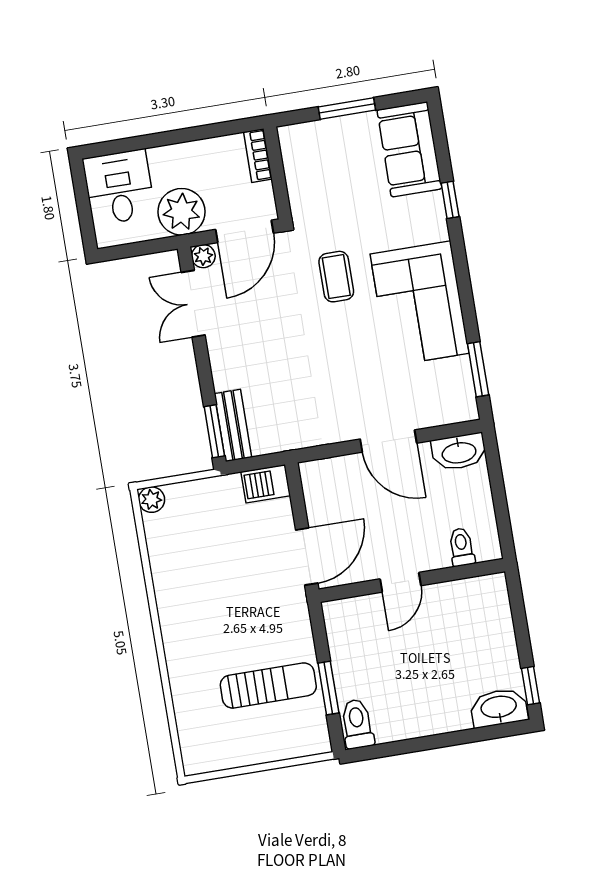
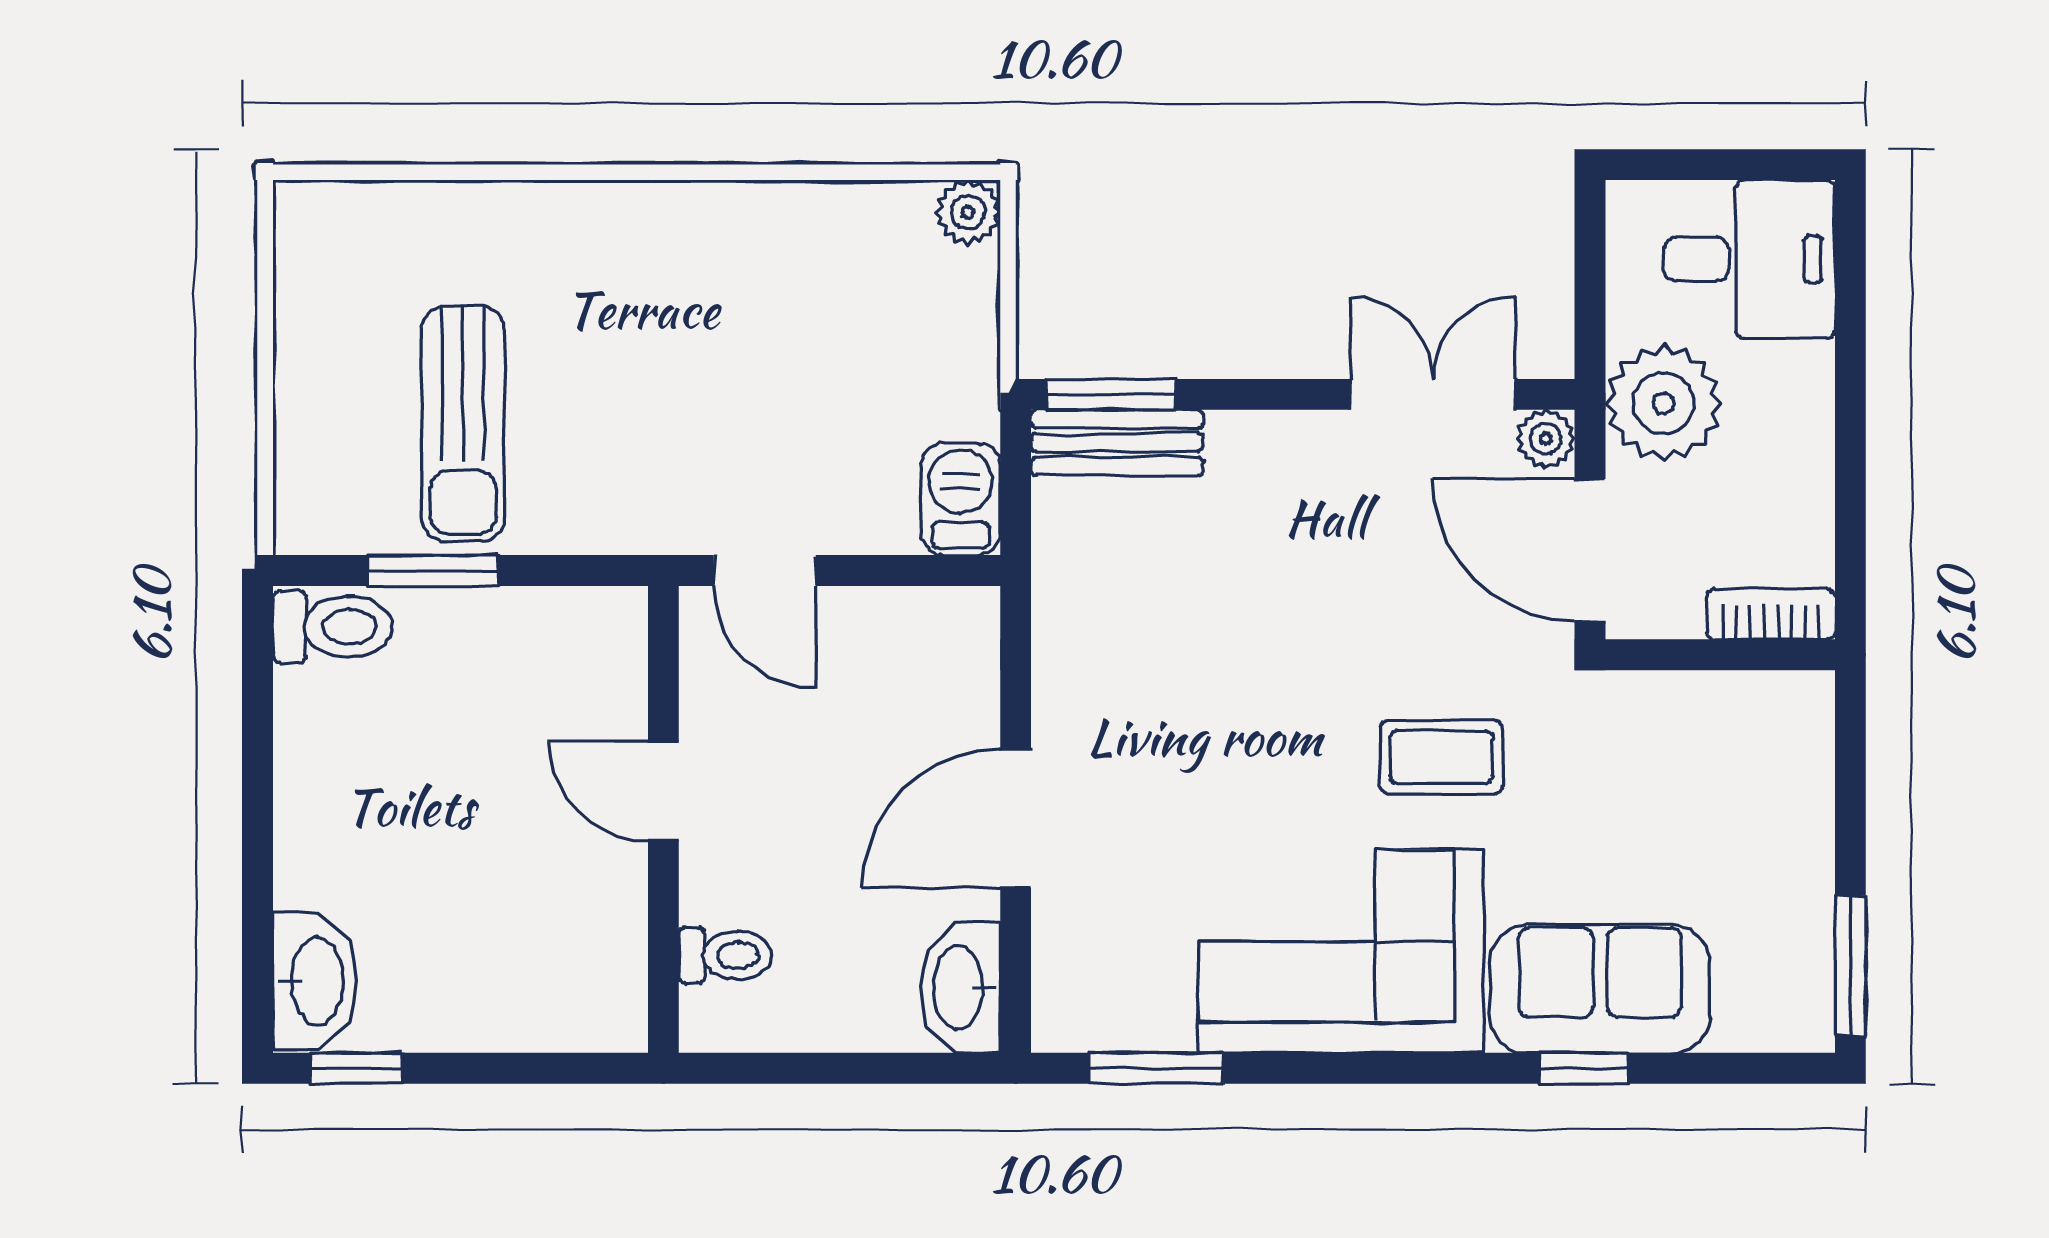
window: (347, 108) -> (1850, 966), moved
sofa: (409, 149) -> (1600, 989), moved
door: (307, 557) -> (765, 570), width x0.73

